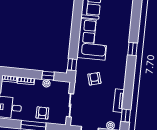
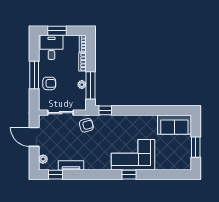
corner sofa: (93, 39) -> (133, 155), moved, turned 180
window: (48, 76) -> (91, 85), width x2.17
armchair: (94, 79) -> (86, 125), moved

